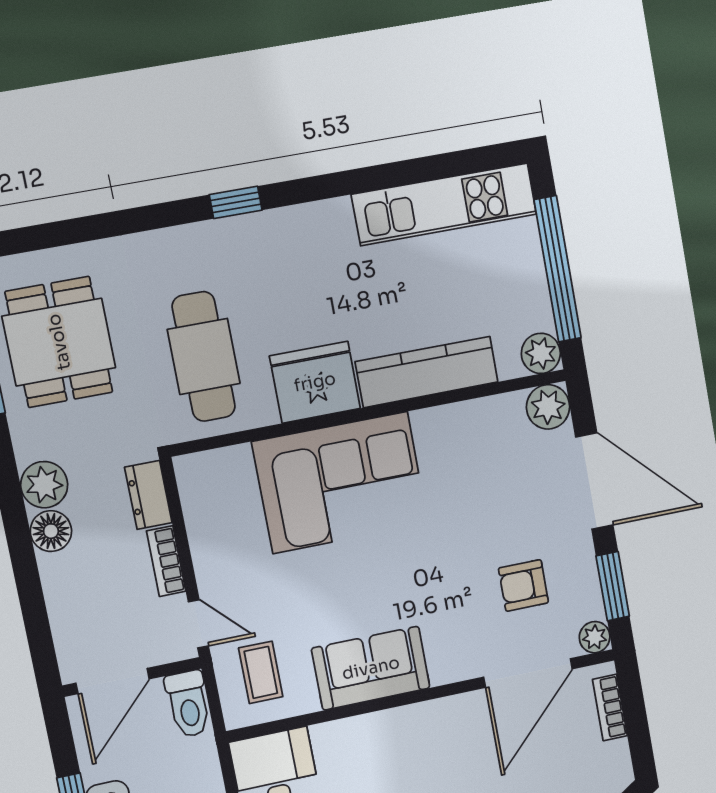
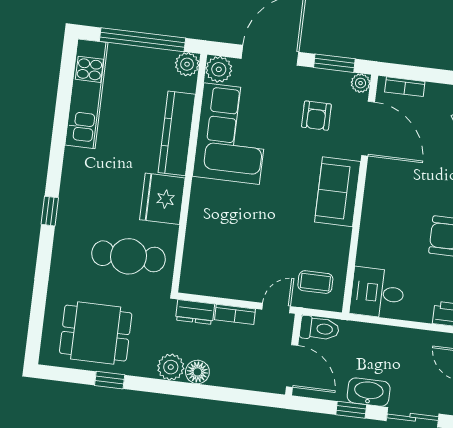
corner sofa: (340, 483) -> (231, 134), moved
sofa: (371, 668) -> (338, 192), moved

